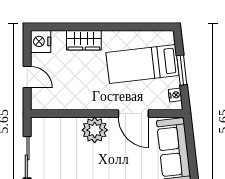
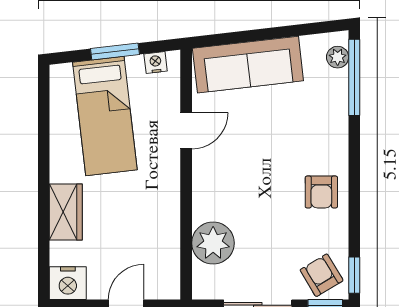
door: (133, 114) -> (186, 131), width x0.73
plant: (95, 130) -> (213, 243), moved

